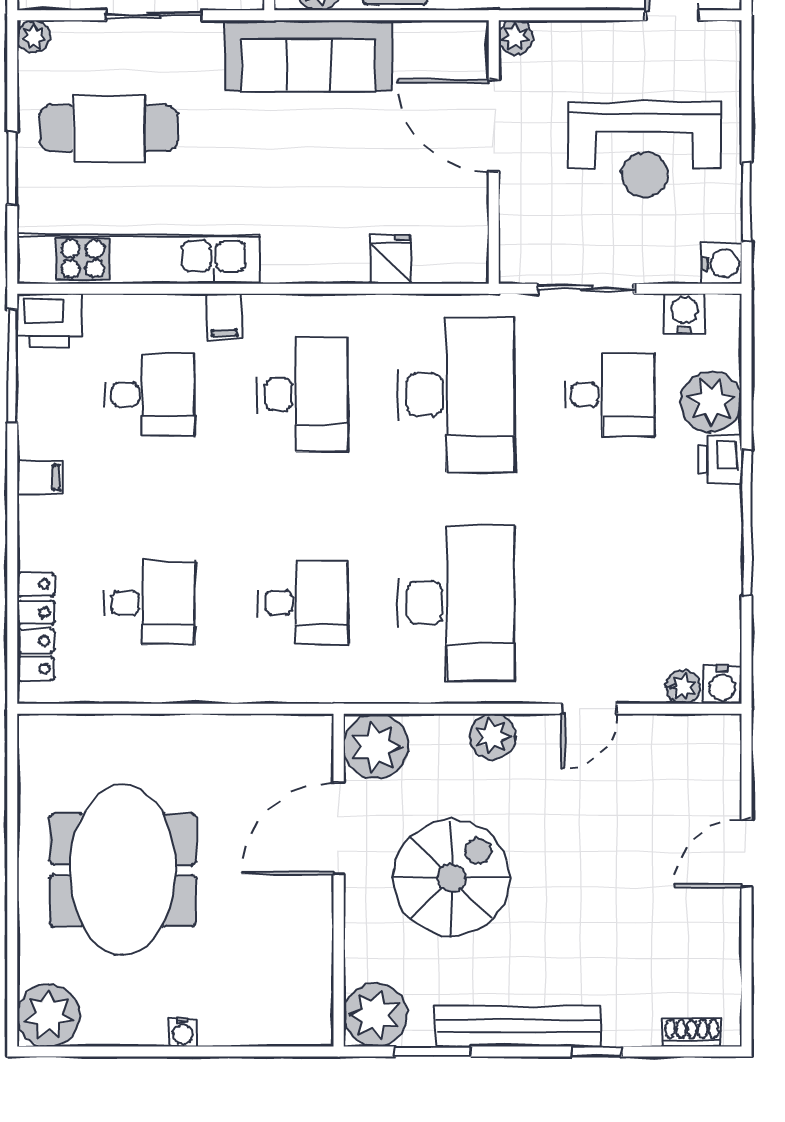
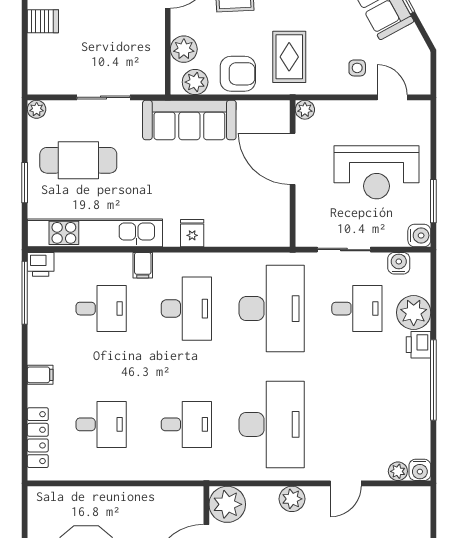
fridge: (391, 259) -> (192, 233), moved
printer: (50, 320) -> (41, 264), width x0.73, depth x0.81
filing cabinet: (40, 478) -> (40, 375), moved

